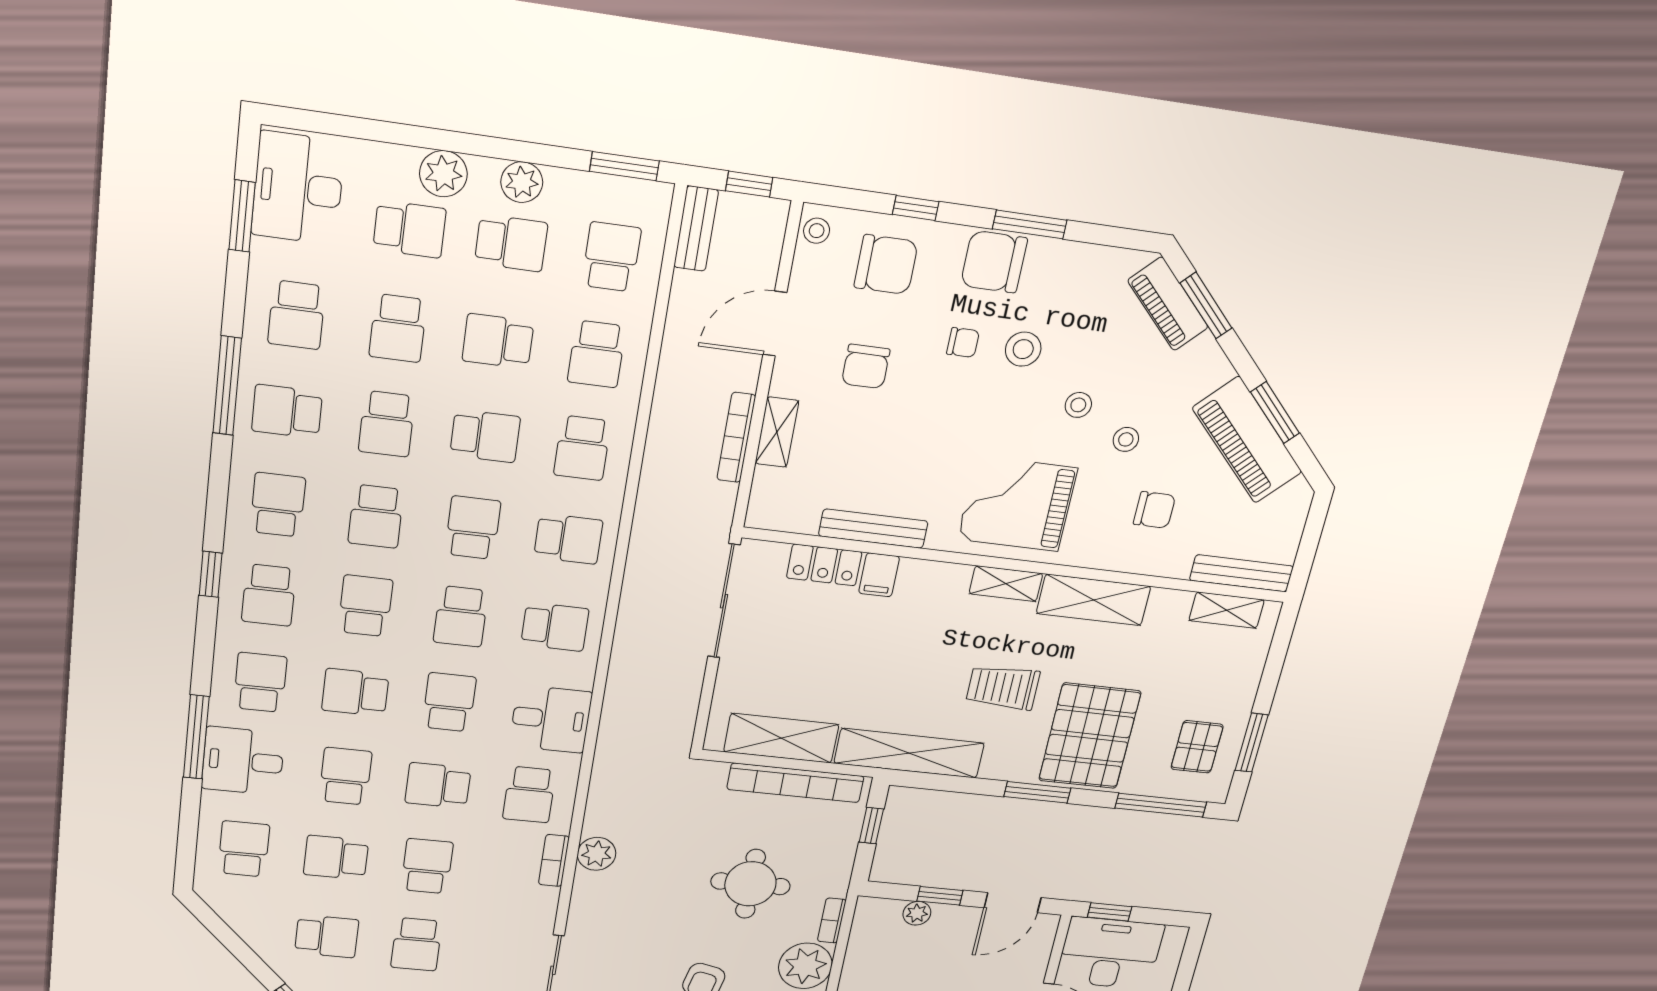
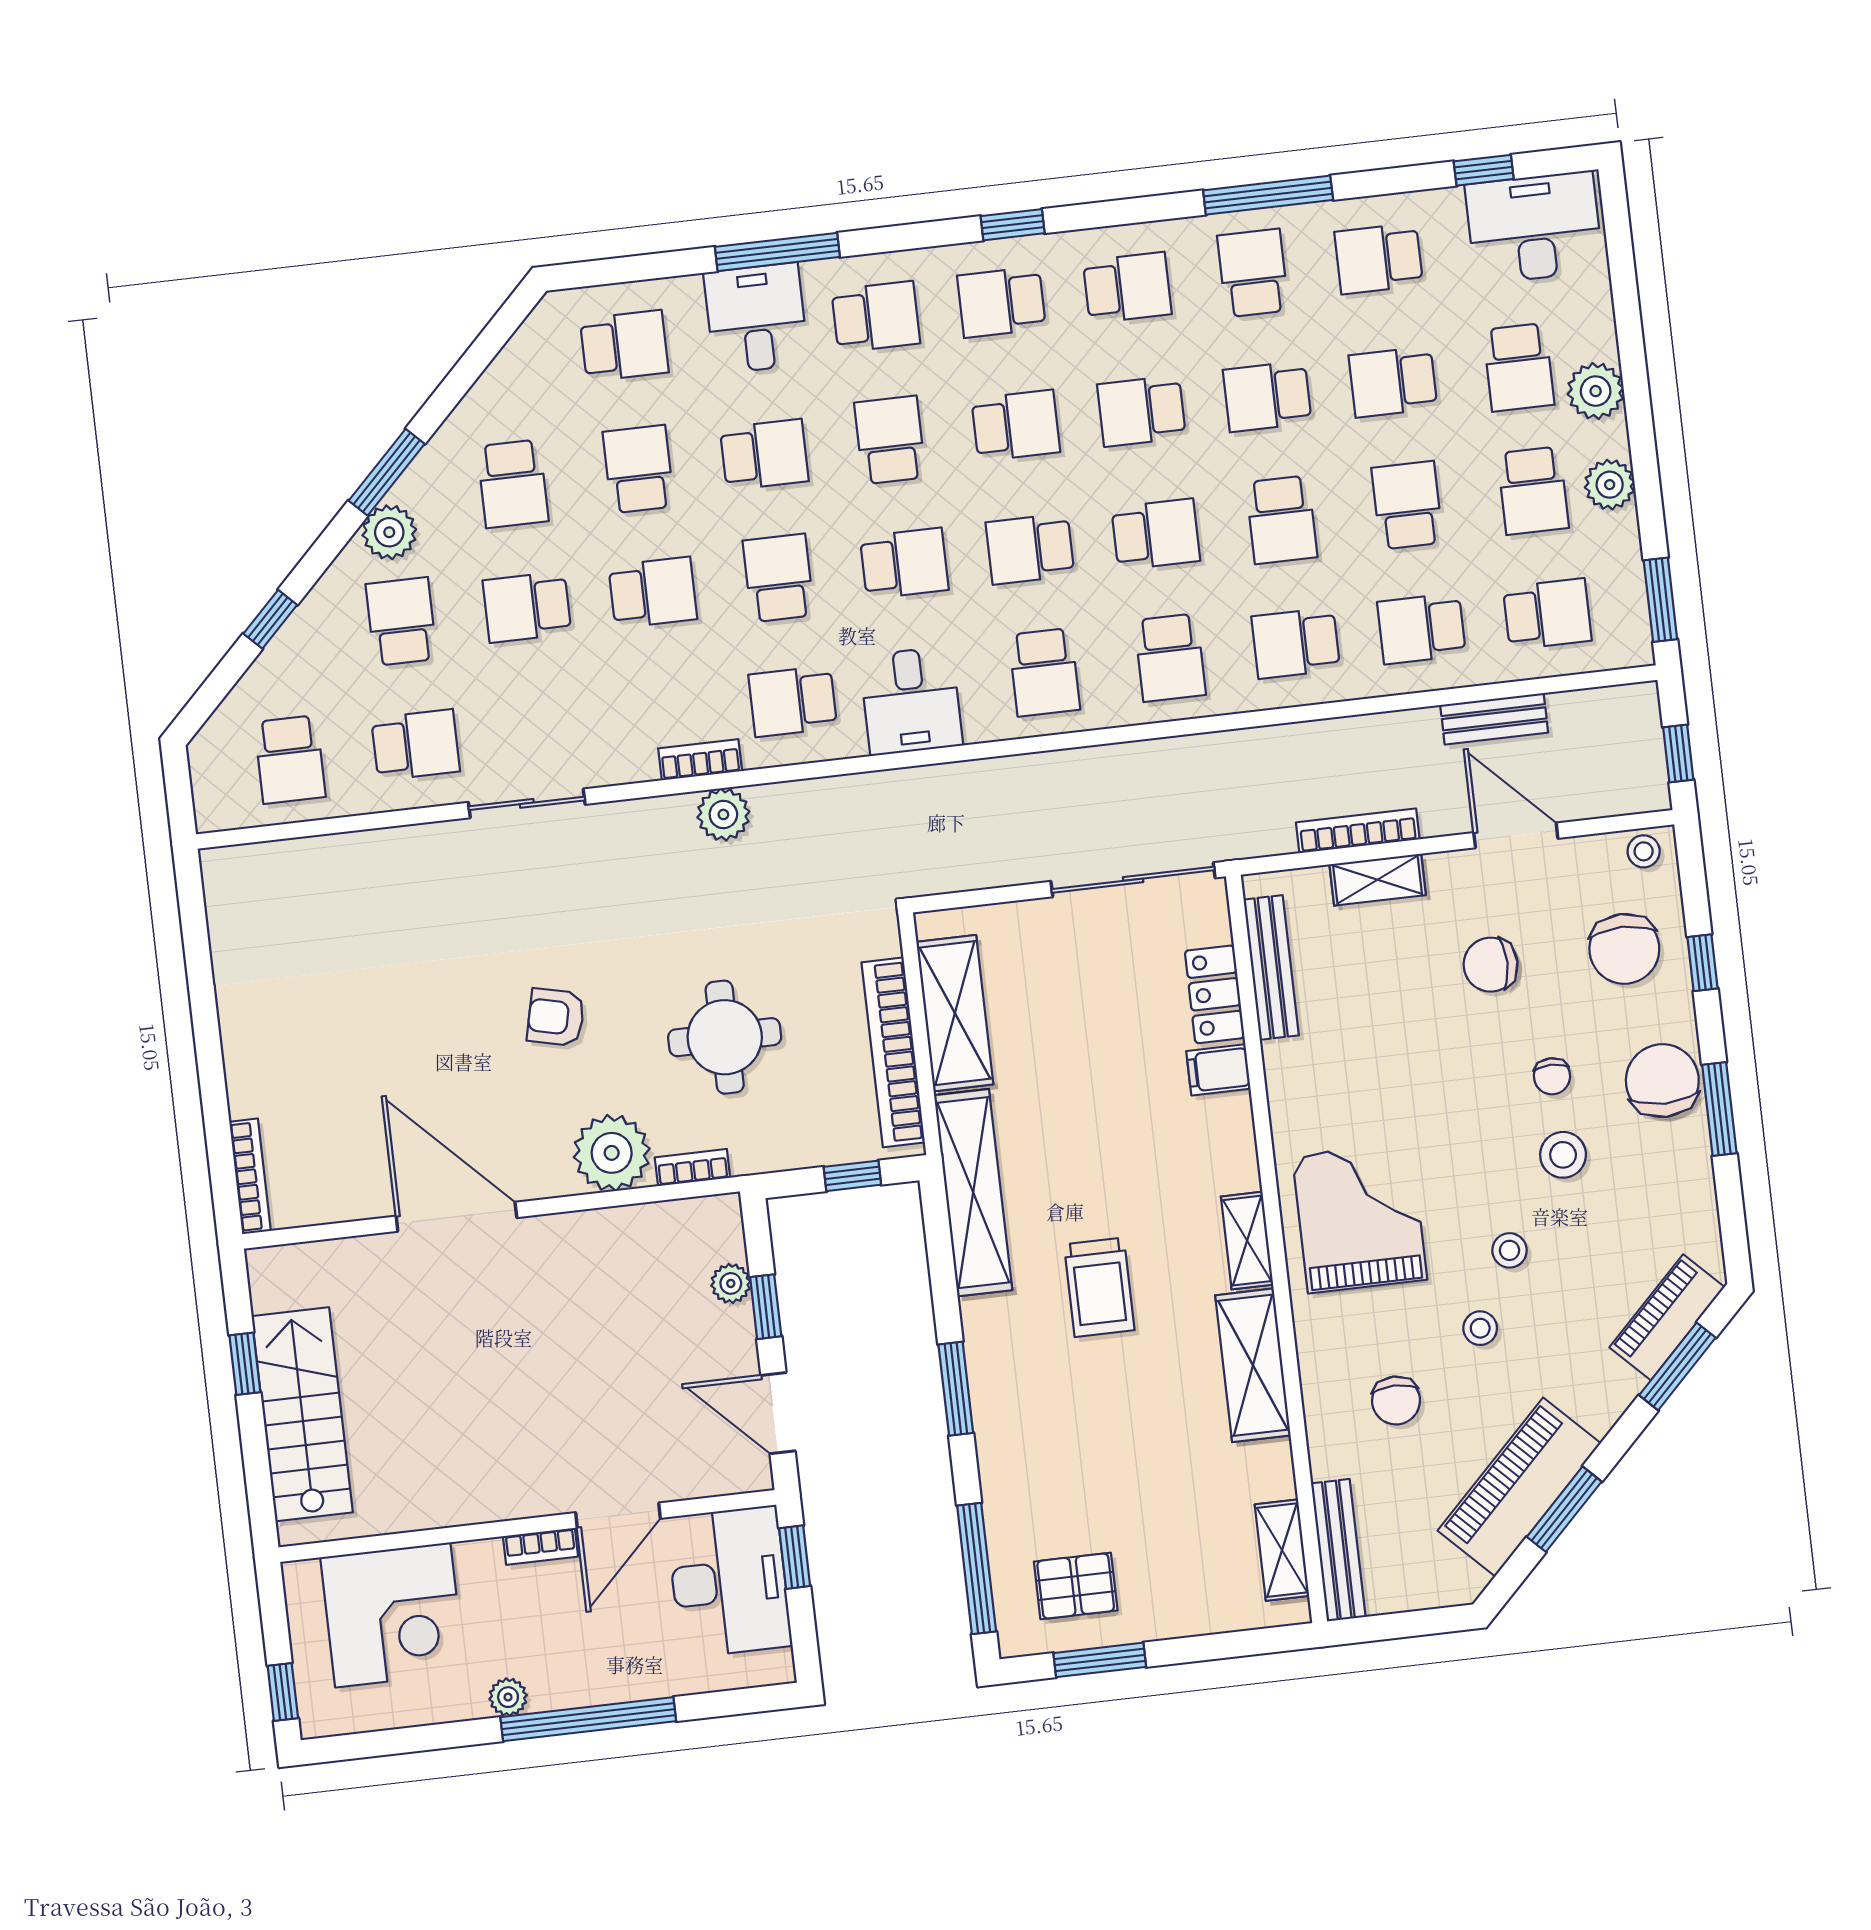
window: (242, 216) -> (1484, 170), width x0.67
bench: (696, 229) -> (1494, 719), moved
bench: (873, 529) -> (1271, 967), moved
trolley: (1003, 687) -> (1099, 1287), turned 180
pallet: (1090, 736) -> (1057, 1431), removed

